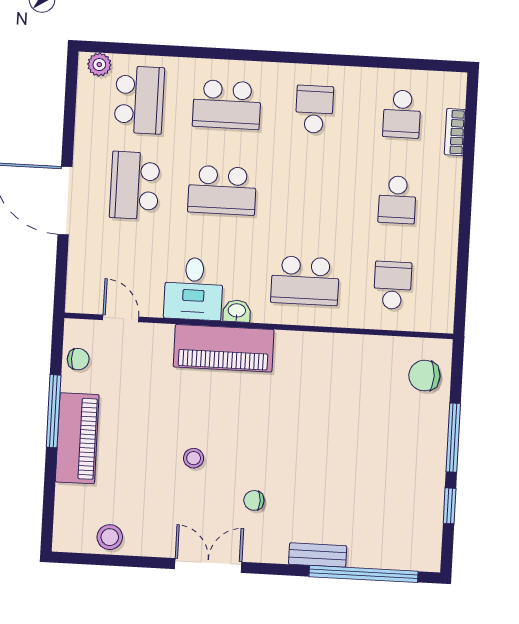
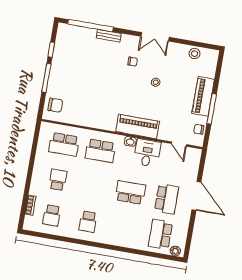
school desk: (227, 105) -> (124, 228), removed
school desk: (402, 114) -> (52, 215), turned 180
school desk: (305, 281) -> (100, 151), turned 180
school desk: (393, 285) -> (64, 144), width x1.85

